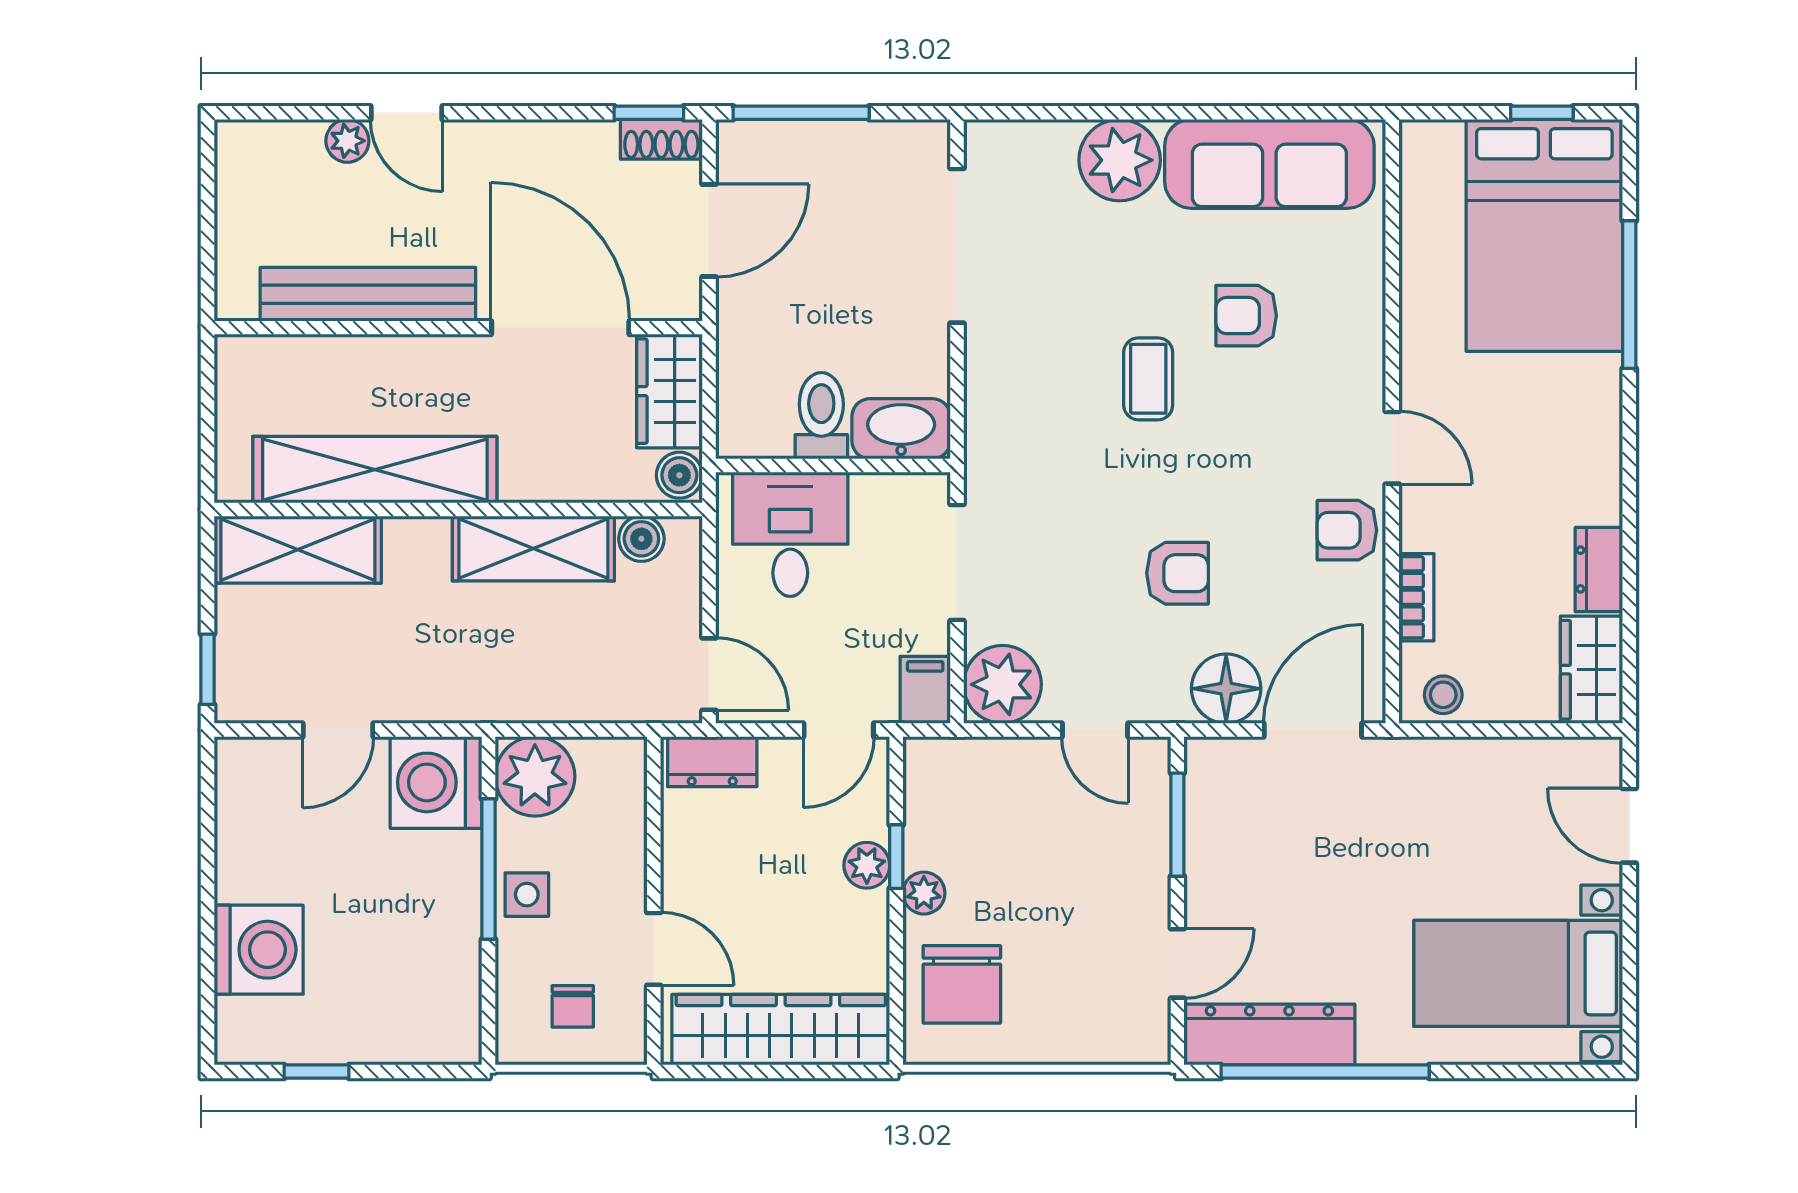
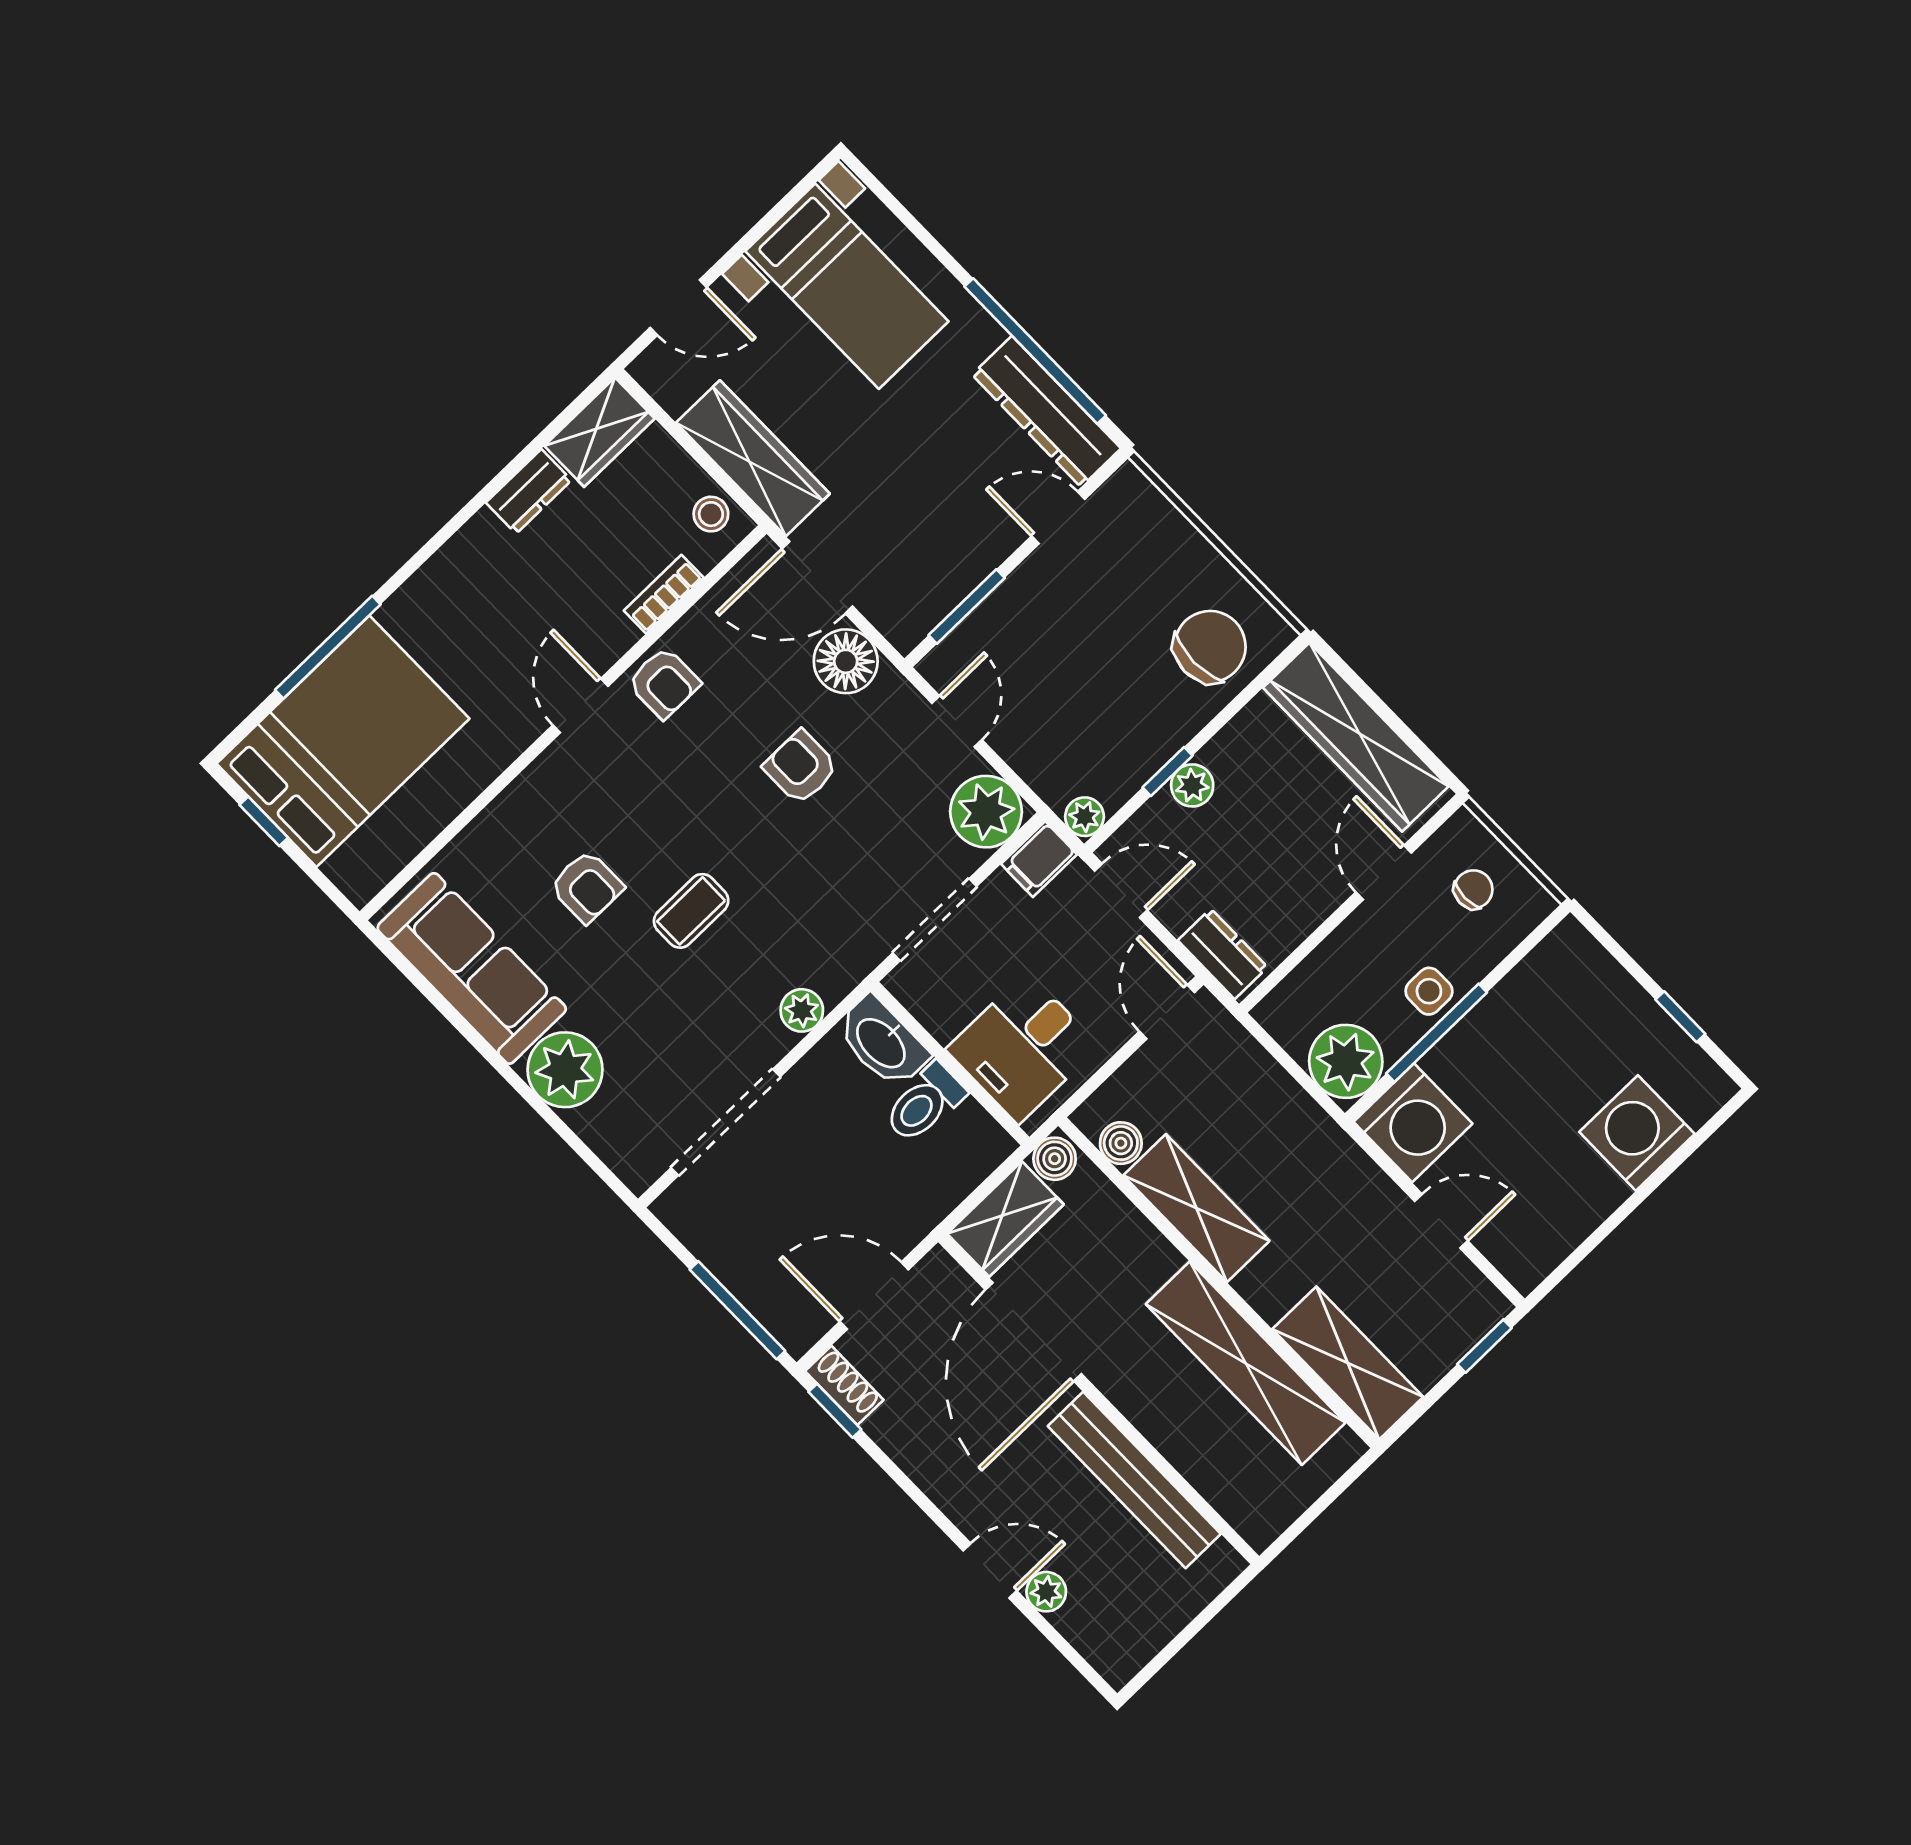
door: (406, 113) -> (990, 1571), hinge flipped
plant: (987, 390) -> (802, 1010), added
wardrobe: (1455, 770) -> (753, 458), added
door: (1629, 826) -> (678, 307), hinge flipped
plant: (924, 893) -> (1085, 817), moved

